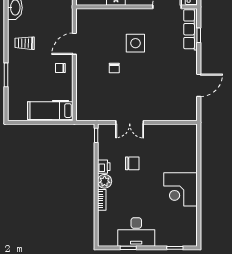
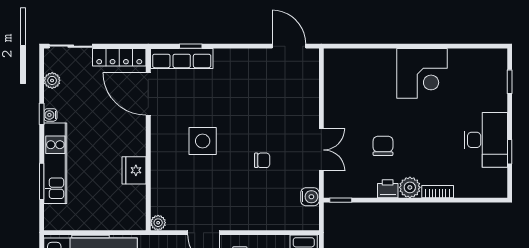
plant: (81, 14) -> (158, 223), added
chair: (114, 68) -> (262, 160), moved
door: (199, 85) -> (289, 46), moved
water cooler: (98, 115) -> (310, 197), added

